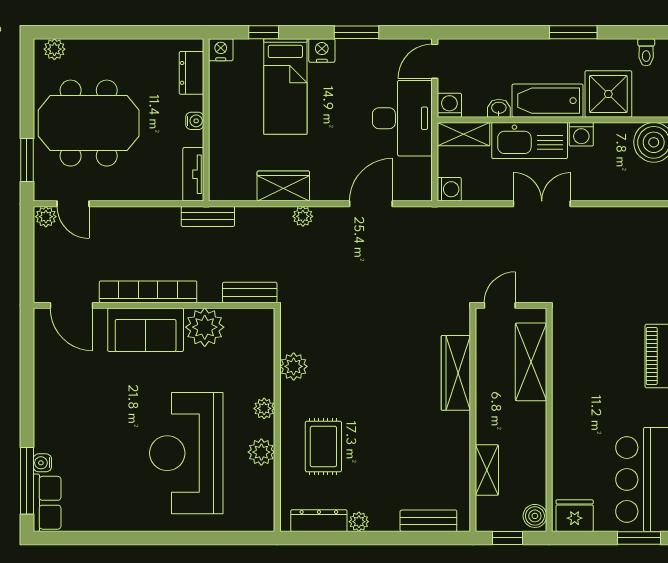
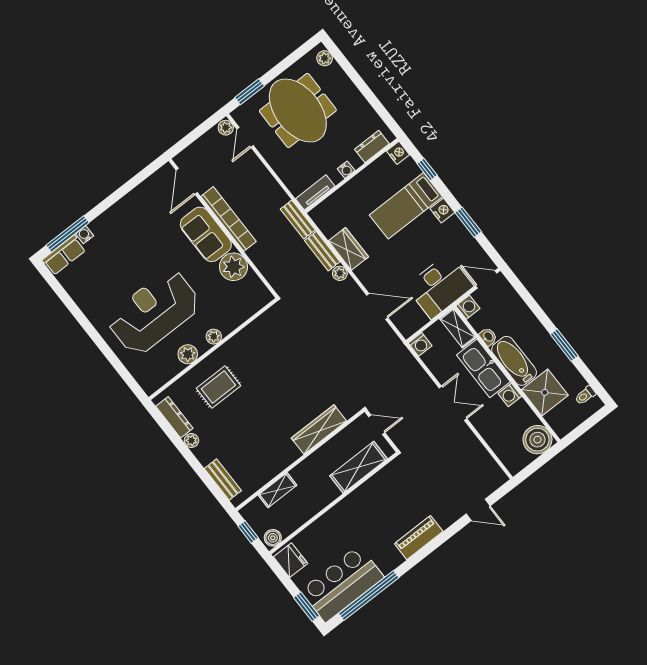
bench: (250, 292) -> (322, 251), moved
plant: (294, 366) -> (251, 335), removed

